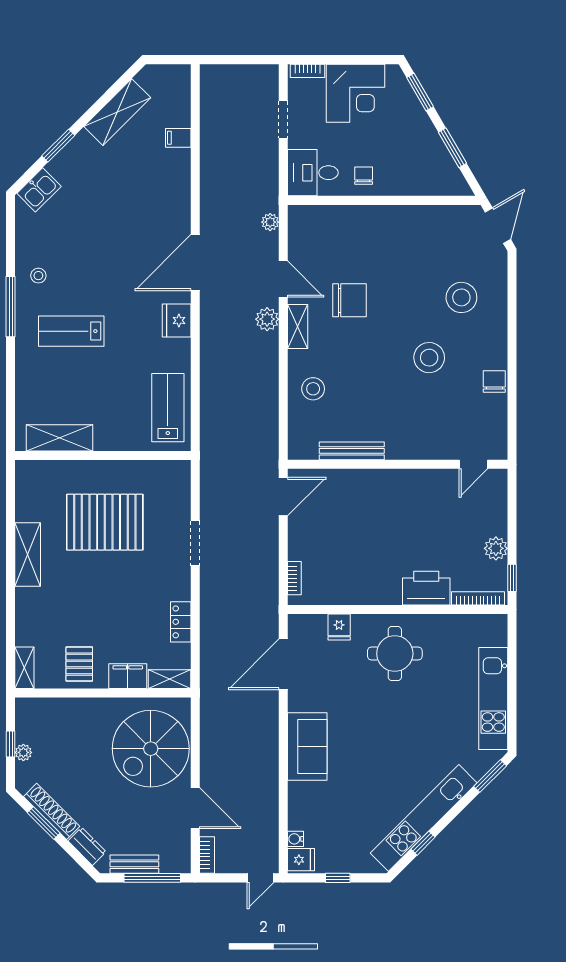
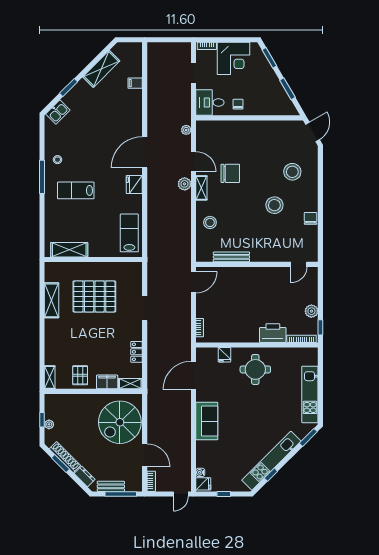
shelving: (28, 554) -> (52, 300), moved

